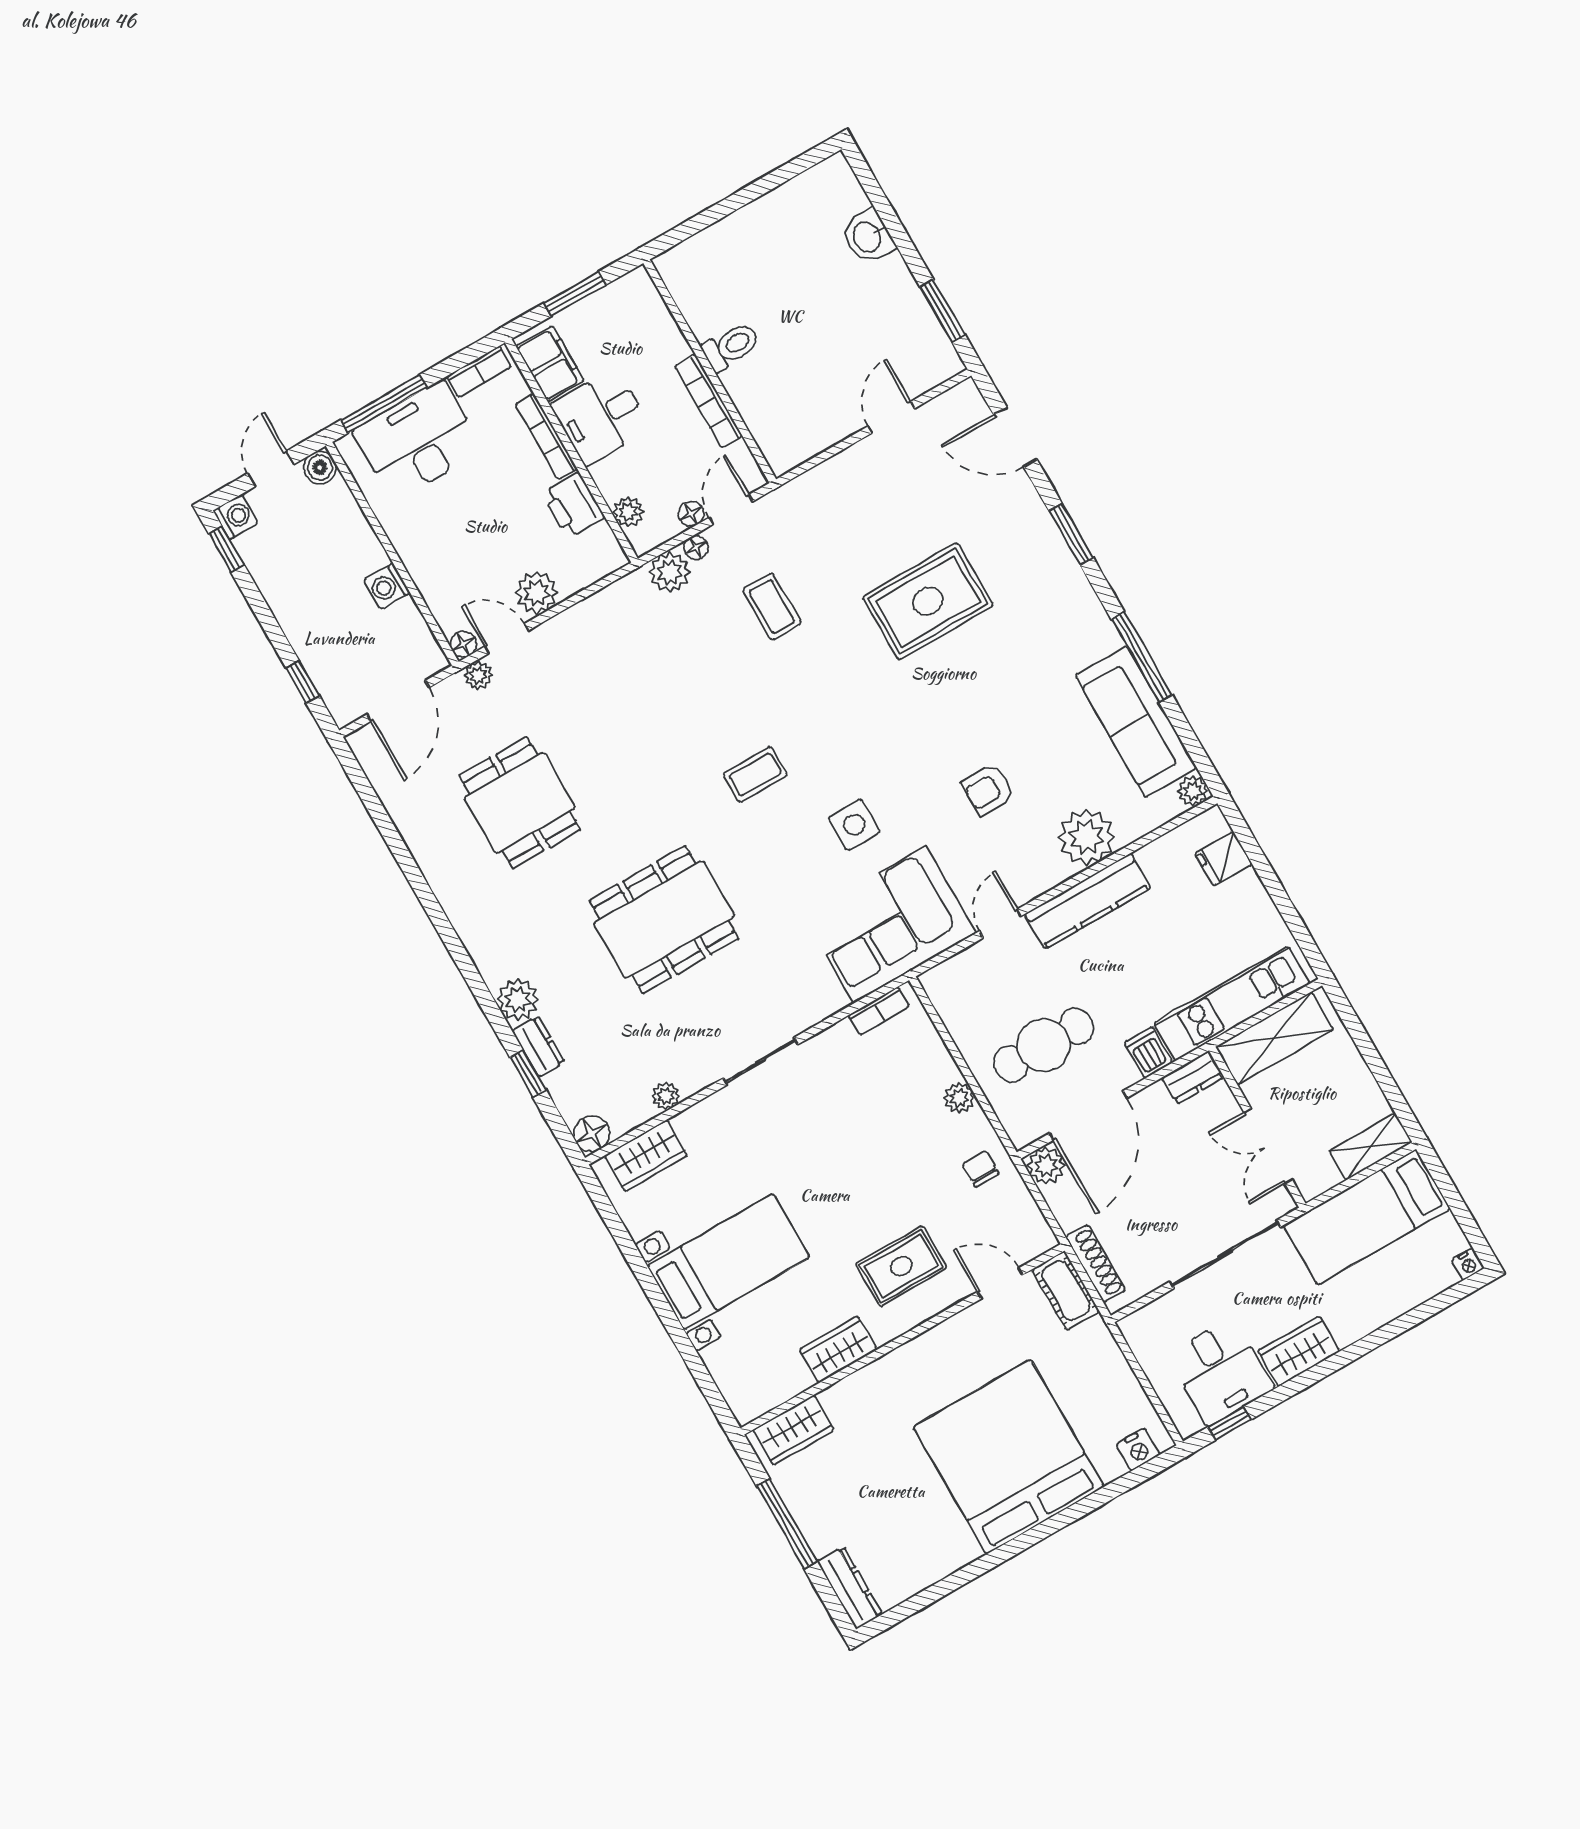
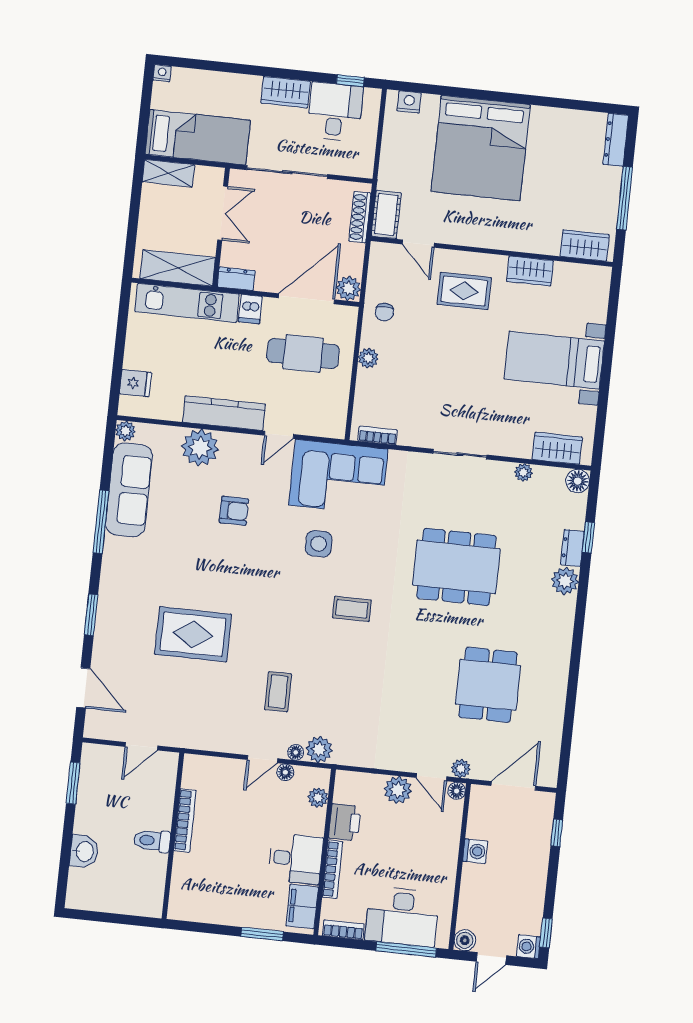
toilet: (731, 346) -> (152, 841), moved
wall: (710, 371) -> (173, 836), moved
bookcase: (708, 401) -> (185, 820), moved

